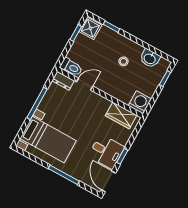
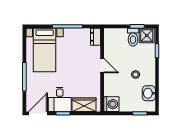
toilet: (71, 67) -> (133, 37), moved
door: (85, 84) -> (102, 66), moved
wardrobe: (121, 115) -> (84, 105), moved, turned 90

